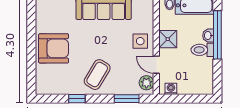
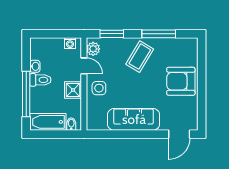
washbasin: (208, 36) -> (35, 66), moved
window: (77, 99) -> (159, 34), width x2.17

